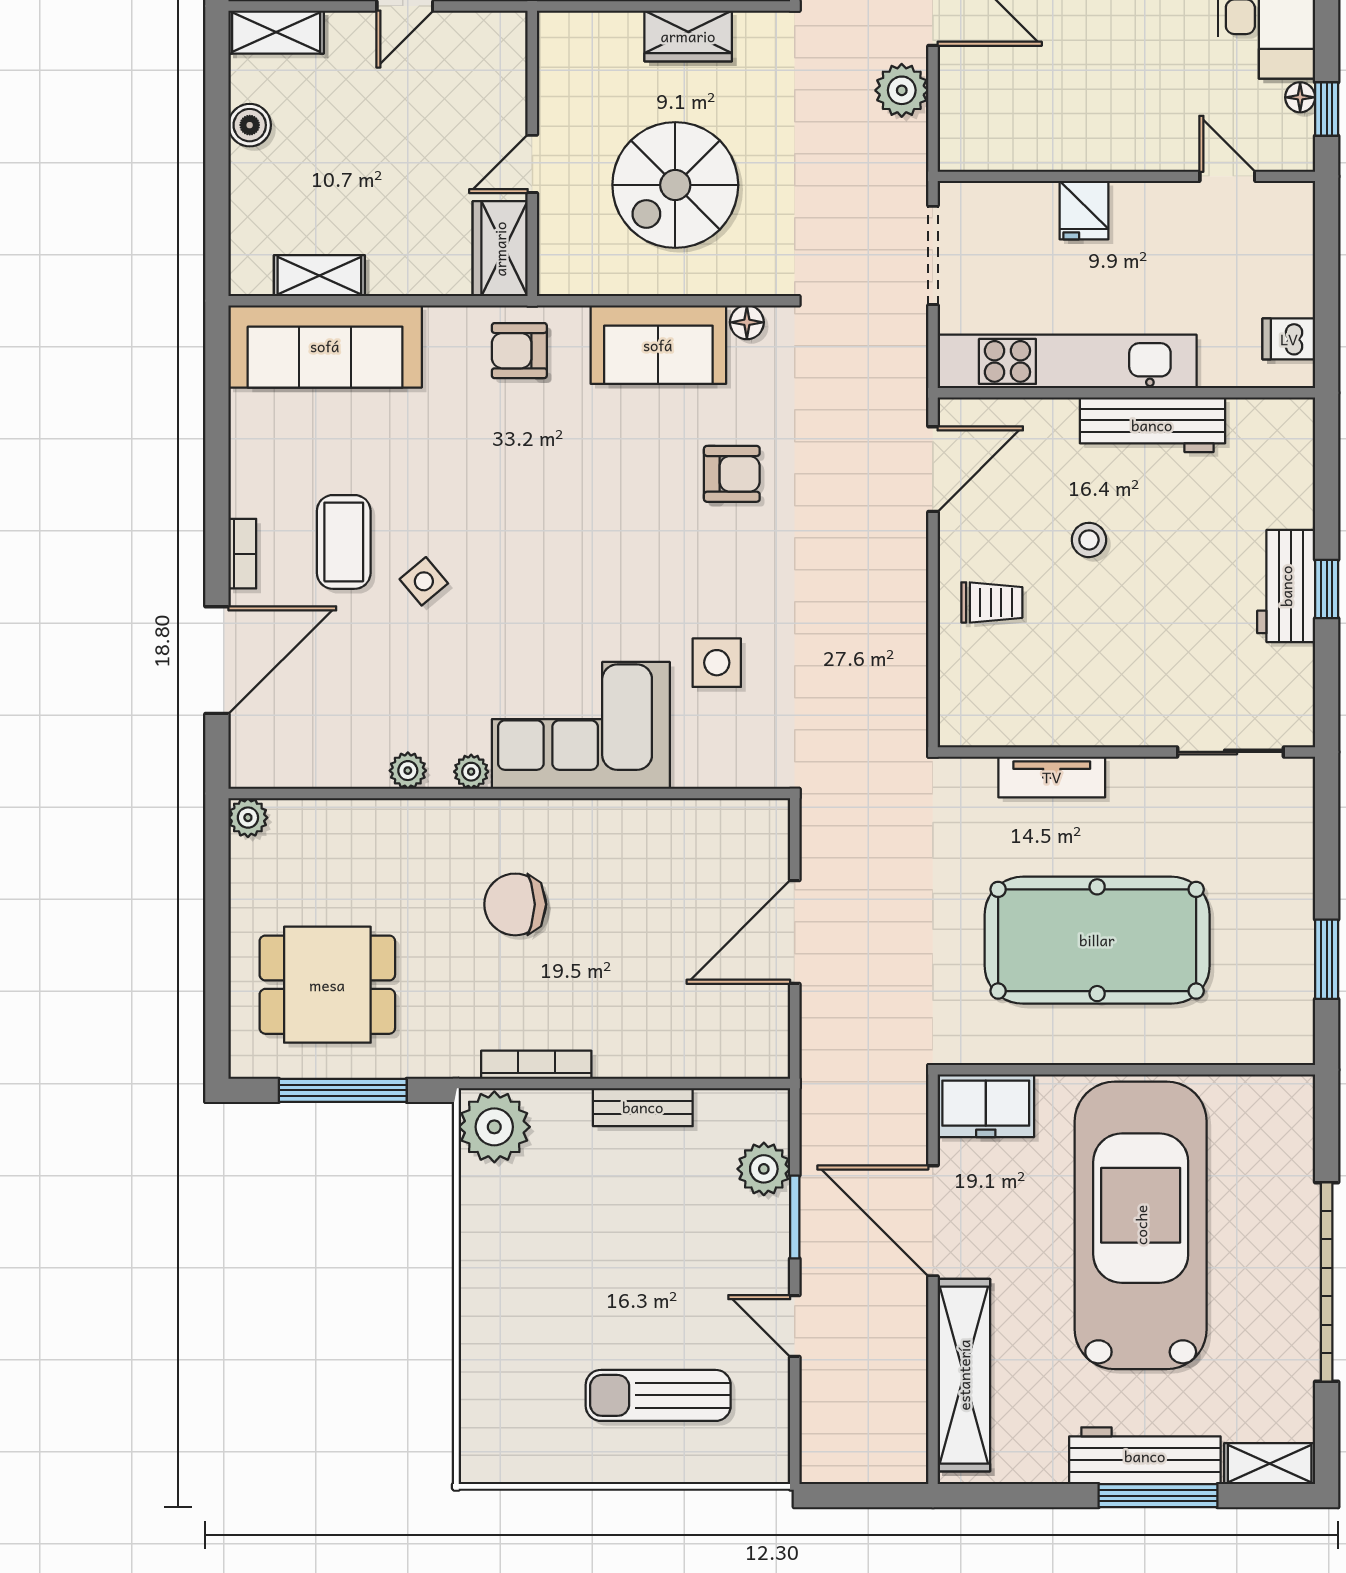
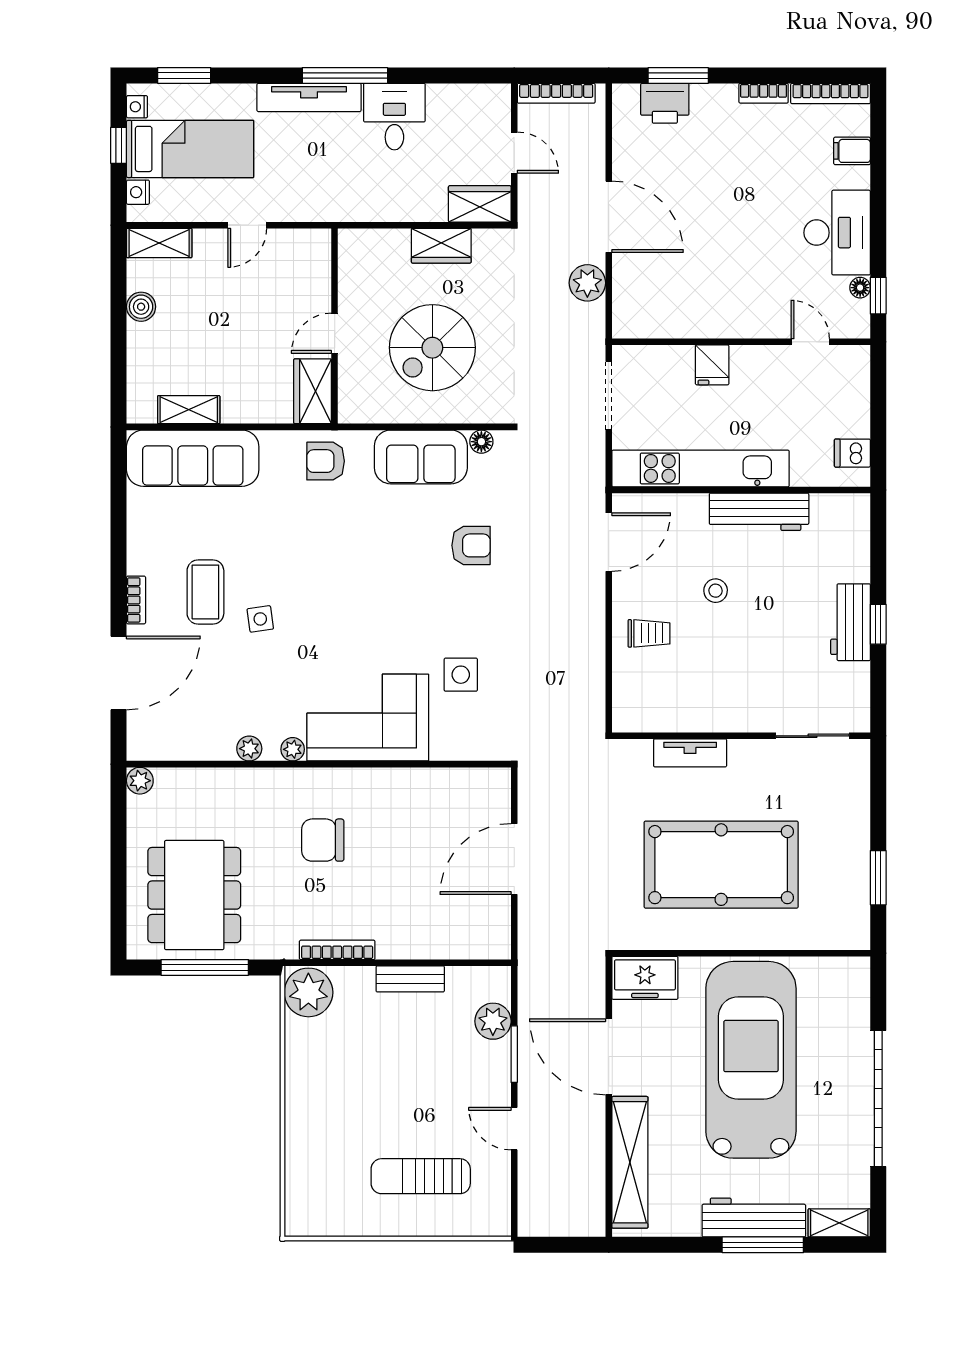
side table: (424, 581) -> (260, 619), turned 32
dining table: (327, 985) -> (194, 895), width x1.38

